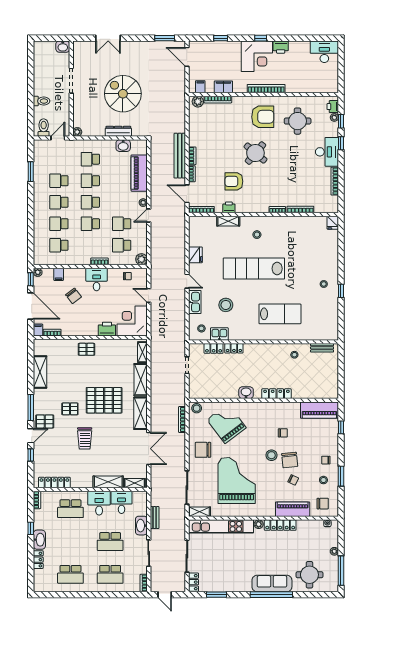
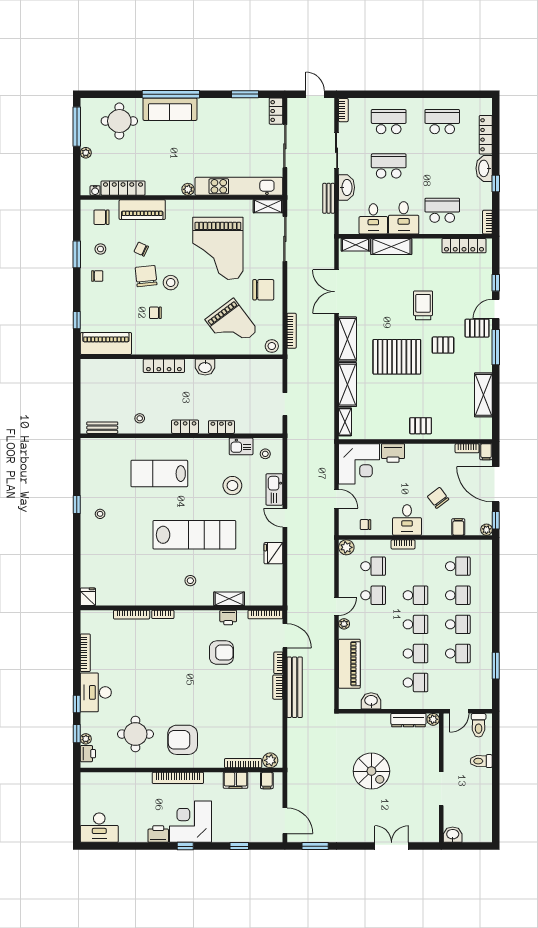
spiral stairs: (123, 94) -> (371, 771), width x0.73, depth x0.73
dresser: (118, 131) -> (408, 720), moved
round table: (255, 153) -> (192, 691), removed
locker: (214, 348) -> (185, 427), moved
locker: (280, 525) -> (123, 188), moved
locker: (38, 560) -> (486, 135), width x1.53

